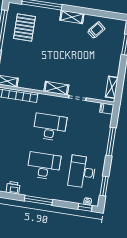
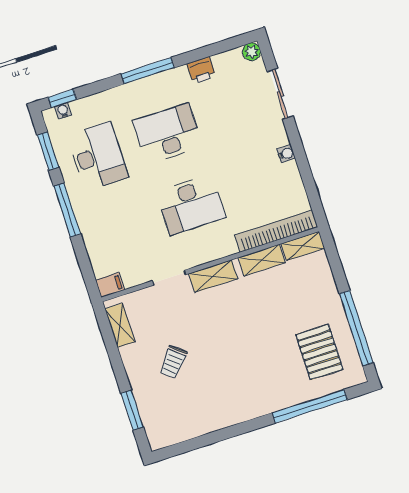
shelving: (72, 17) -> (262, 260), moved
trolley: (96, 30) -> (173, 362), moved
window: (111, 142) -> (67, 210), moved
desk: (44, 166) -> (168, 134), turned 180

